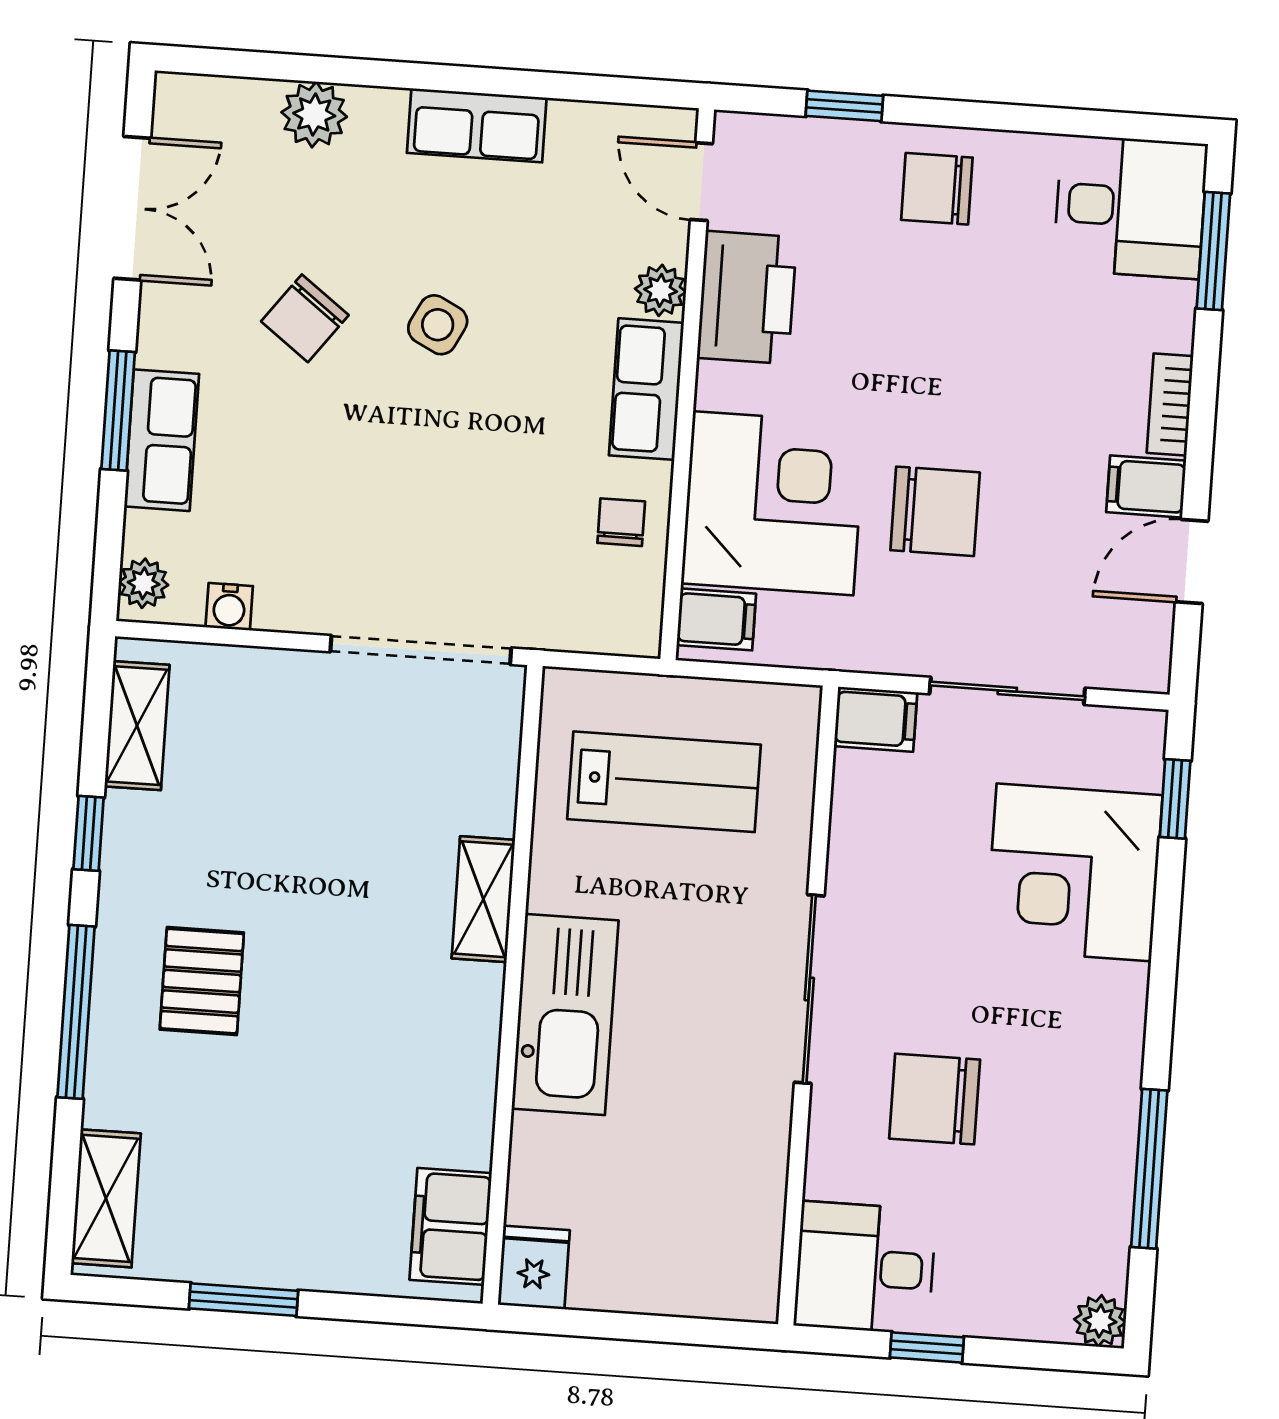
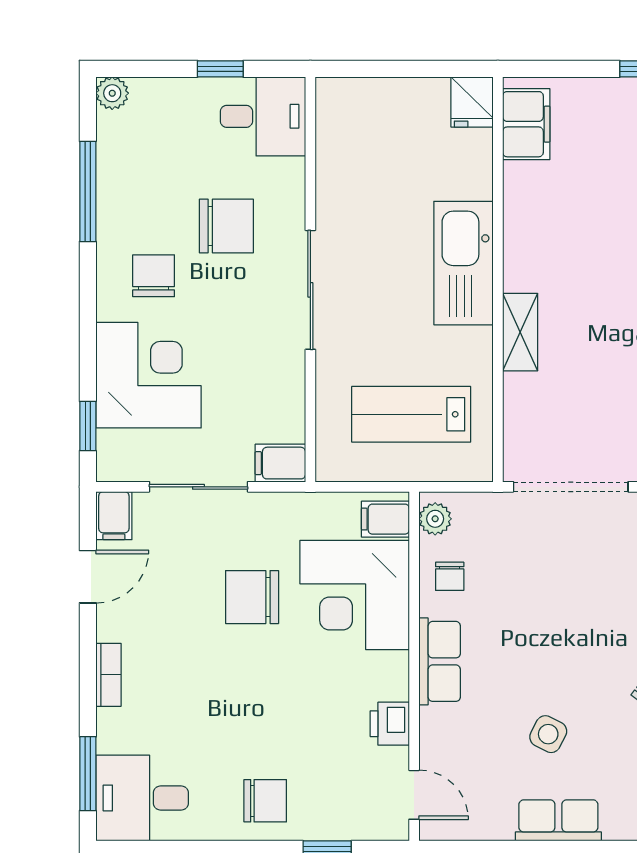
plant: (660, 290) -> (435, 519), moved
printer: (747, 297) -> (390, 724), width x0.53, depth x0.68
side table: (438, 325) -> (548, 734), moved
filing cabinet: (1146, 486) -> (114, 516), moved, turned 90
chair: (1055, 1029) -> (154, 276), added

